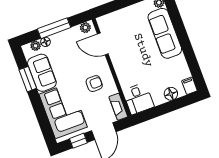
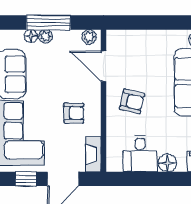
plant: (36, 46) -> (46, 36), moved
armchair: (131, 61) -> (132, 101), added
desk: (138, 99) -> (140, 154), moved

